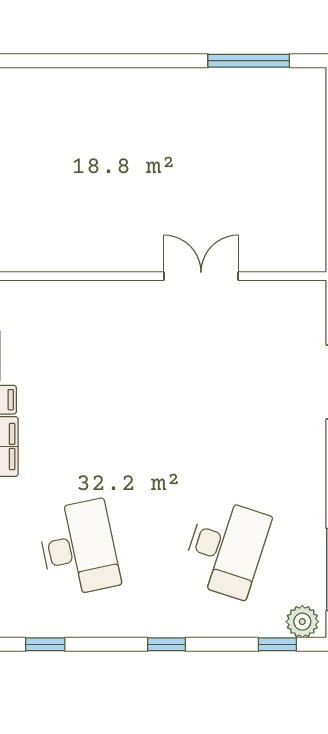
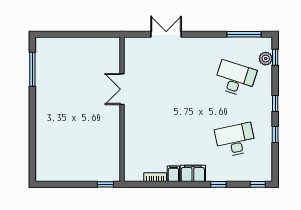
plant: (302, 622) -> (266, 59), moved
window: (45, 644) -> (275, 135), moved

